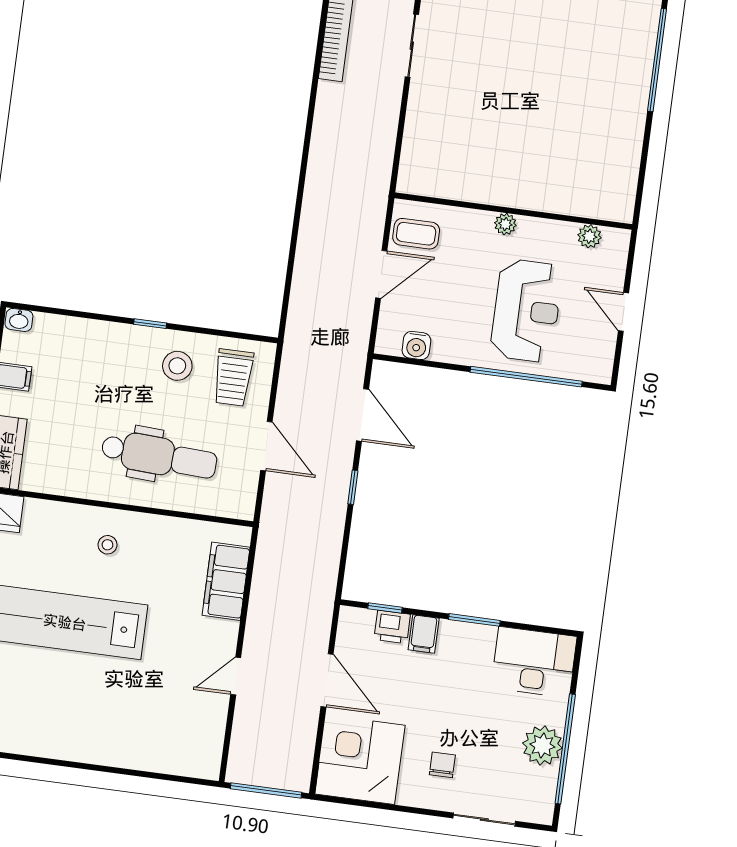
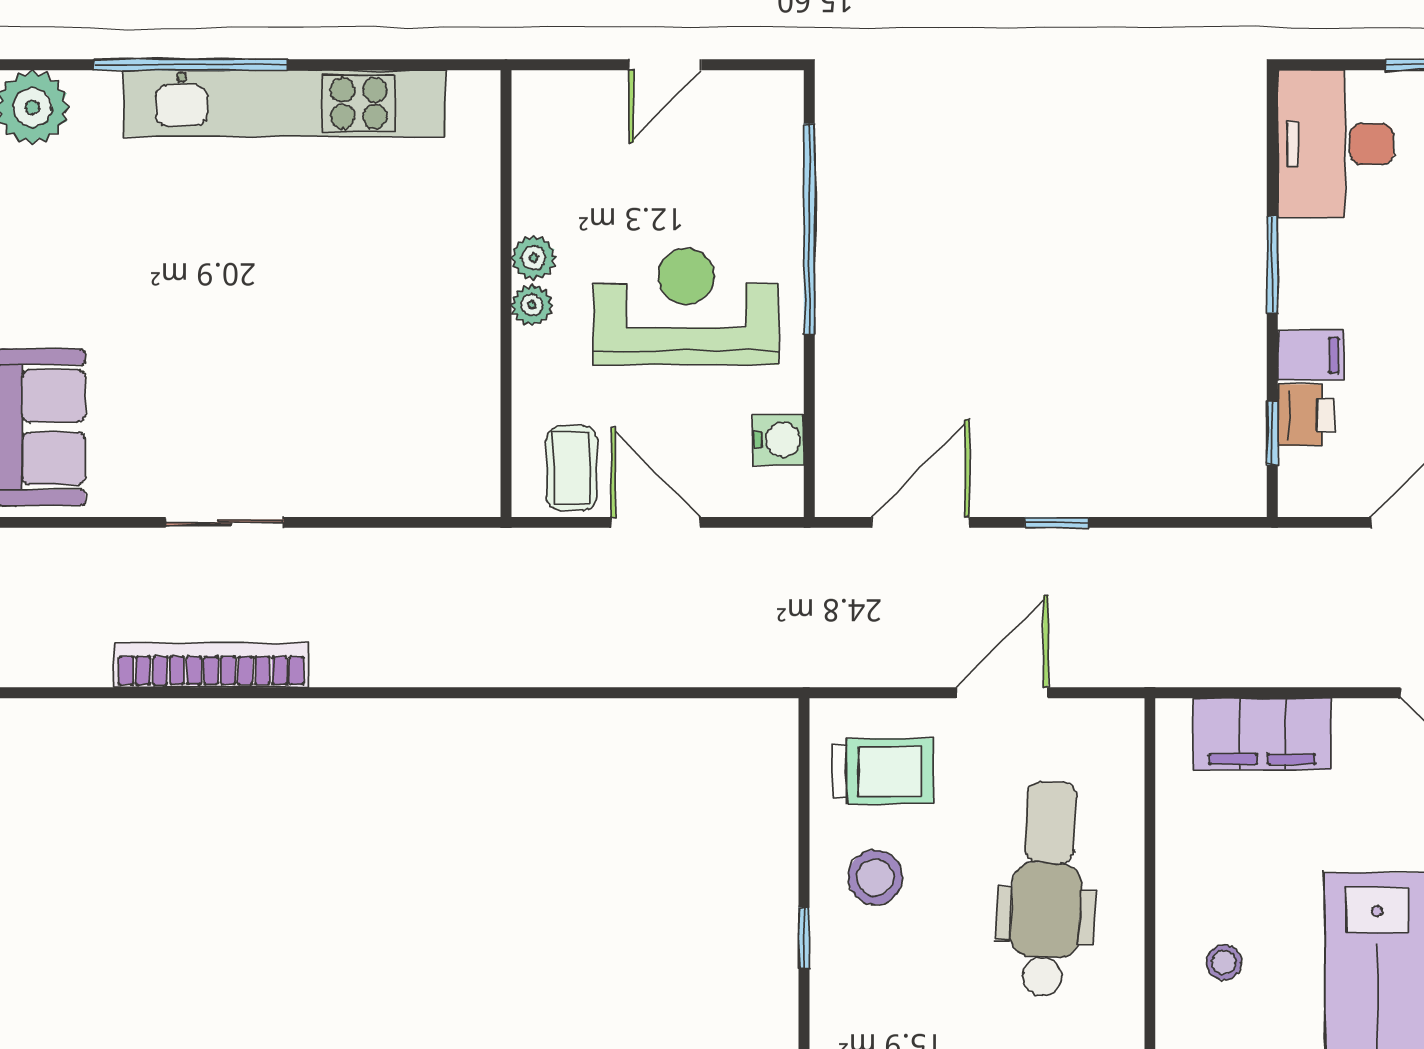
kitchen unit: (630, 107) -> (285, 103), added
plant: (589, 236) -> (534, 258), moved
reception desk: (526, 311) -> (686, 307), moved

